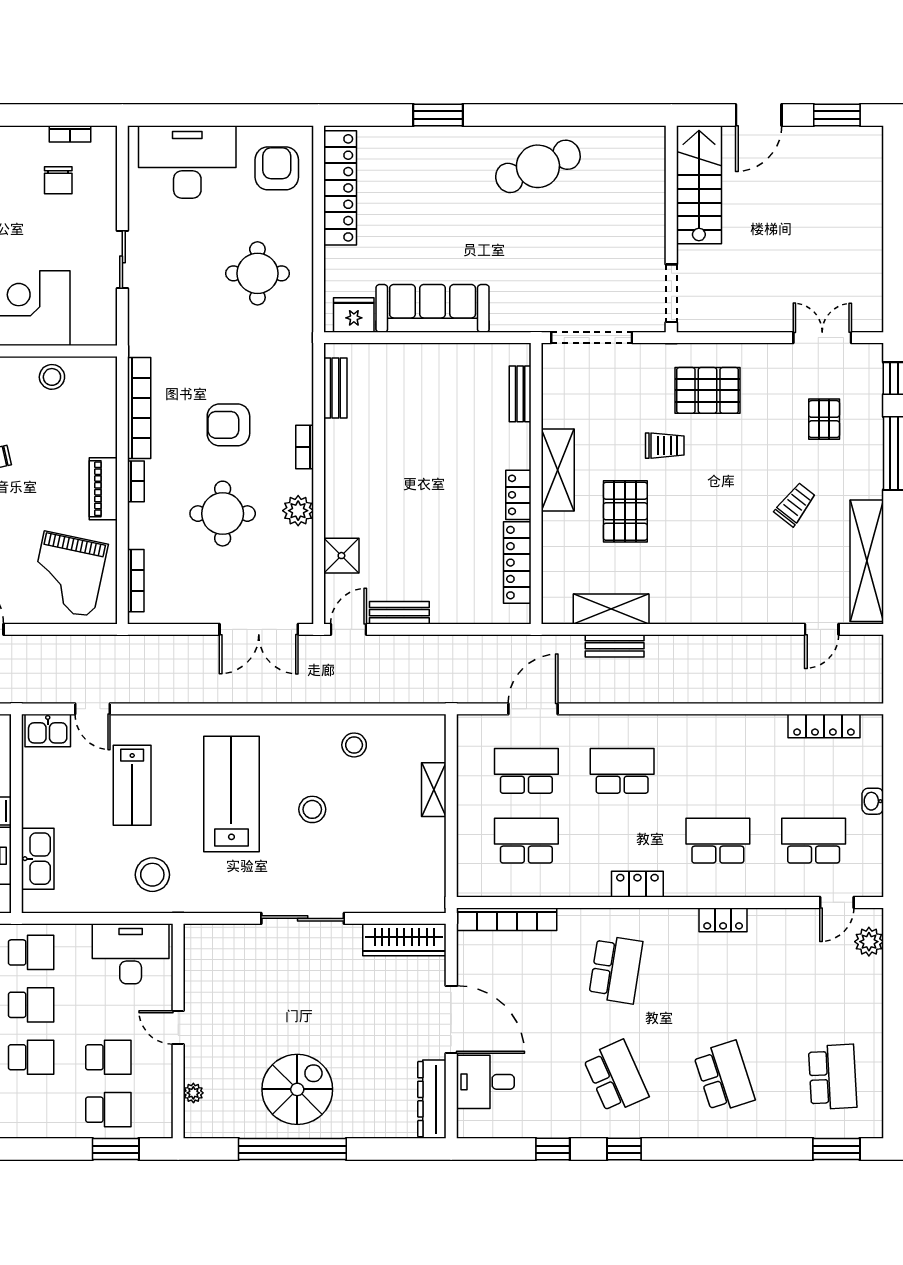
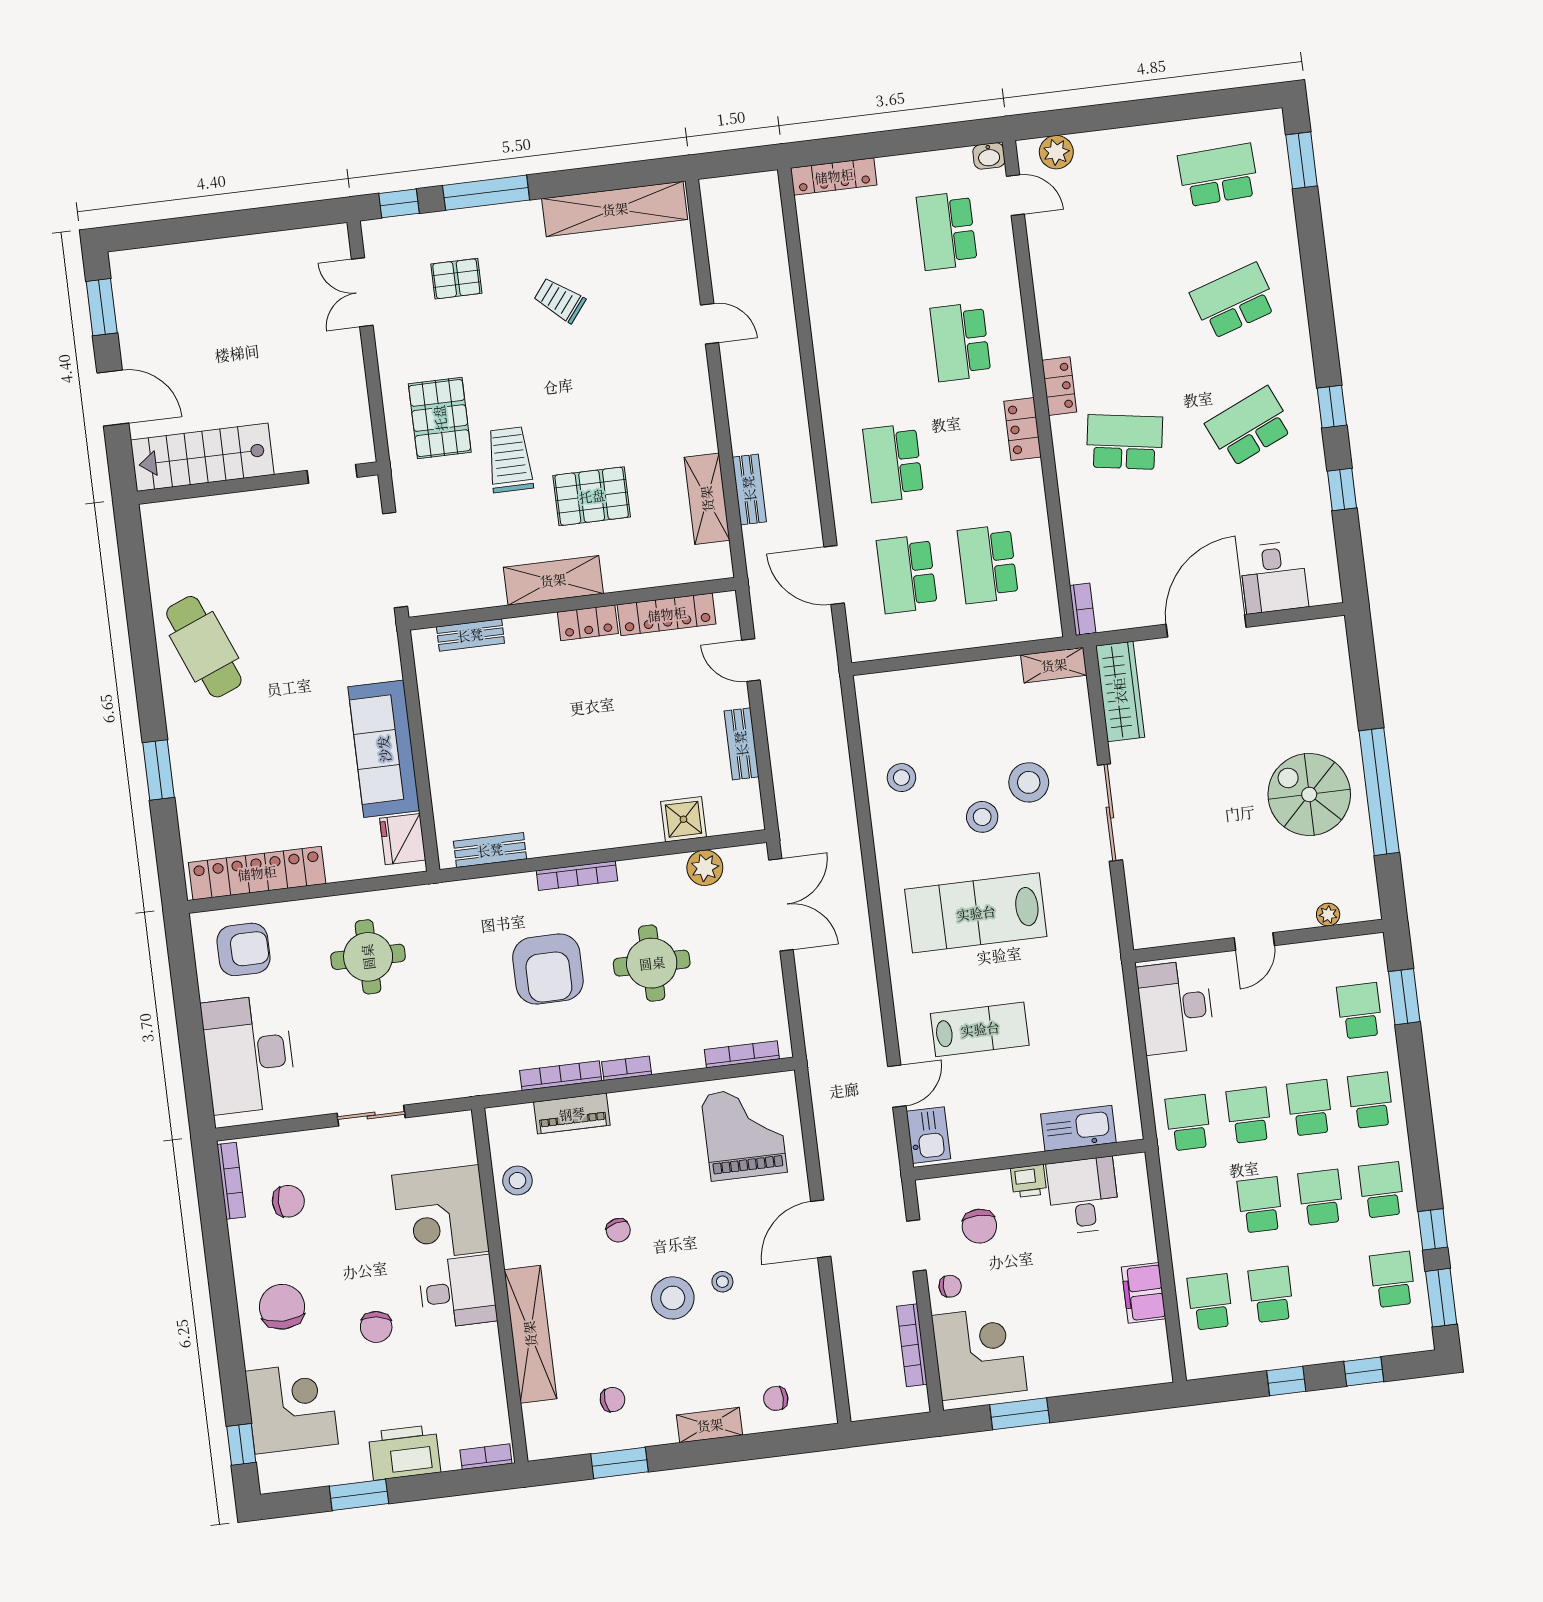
bookcase: (70, 134) -> (231, 1181), width x1.56
armchair: (277, 168) -> (243, 949), turned 180
doorway: (671, 293) -> (332, 474), width x0.73
bookcase: (139, 408) -> (561, 1076), width x0.68, depth x0.76
armchair: (228, 425) -> (548, 969), width x1.36, depth x1.36
trolley: (665, 446) -> (510, 460), width x1.36, depth x1.39
bookcase: (305, 447) -> (577, 876), width x1.56
piano: (103, 489) -> (572, 1114), moved
plant: (298, 511) -> (705, 868), moved
grand piano: (69, 574) -> (744, 1133), turned -102
door: (349, 629) -> (751, 660), moved
door: (822, 629) -> (710, 324), moved
locker: (824, 726) -> (834, 176), moved, turned 90
shelving: (434, 790) -> (1054, 665), moved
washbasin: (873, 801) -> (989, 156), moved
stool: (152, 875) -> (1029, 782), moved
bookcase: (507, 919) -> (1083, 609), width x0.43, depth x0.76
locker: (723, 920) -> (1059, 386), moved
school desk: (108, 1057) -> (1371, 1100), moved
dresser: (432, 1099) -> (1301, 637), removed

